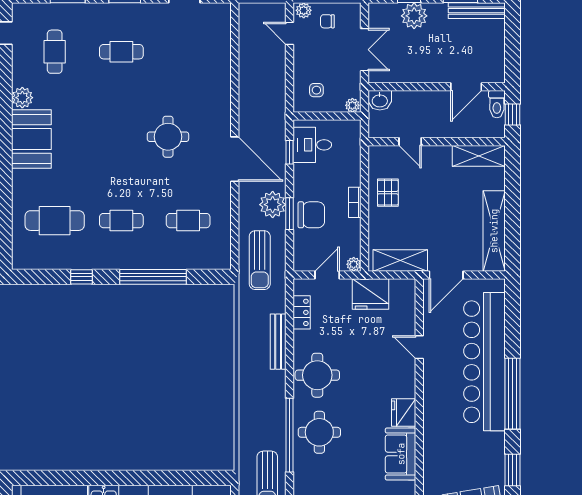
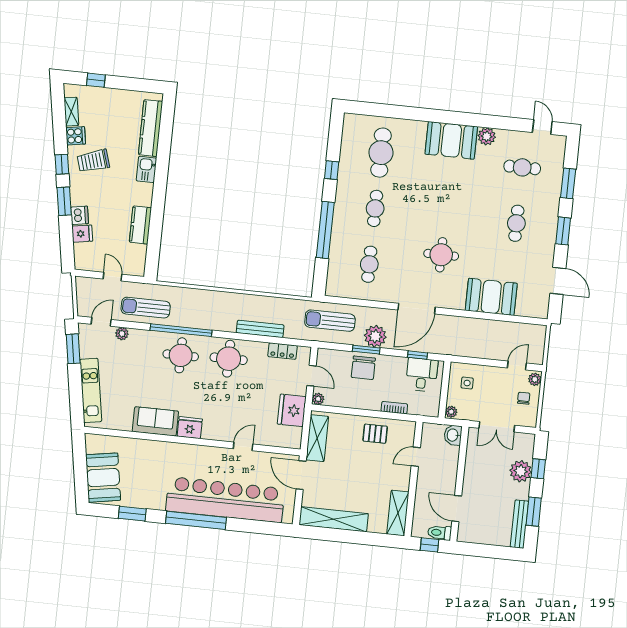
booth: (212, 72) -> (491, 297), added
bookcase: (355, 202) -> (394, 408), moved

